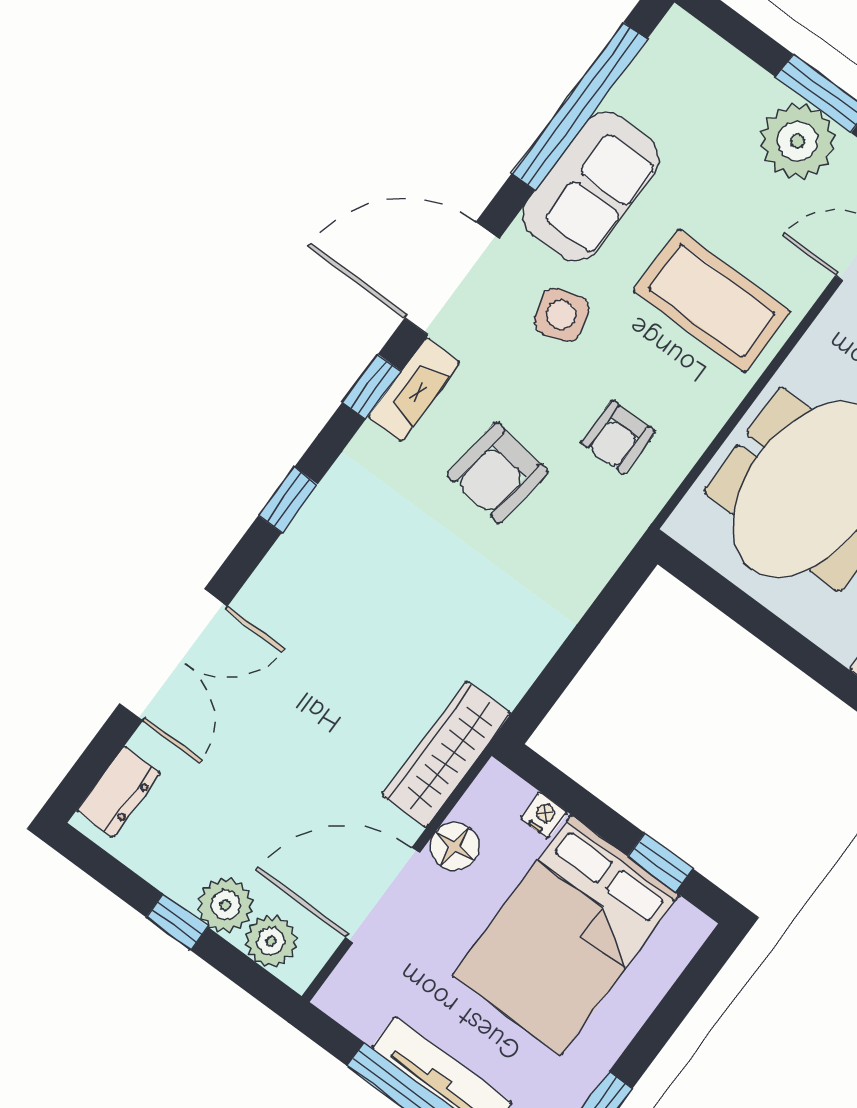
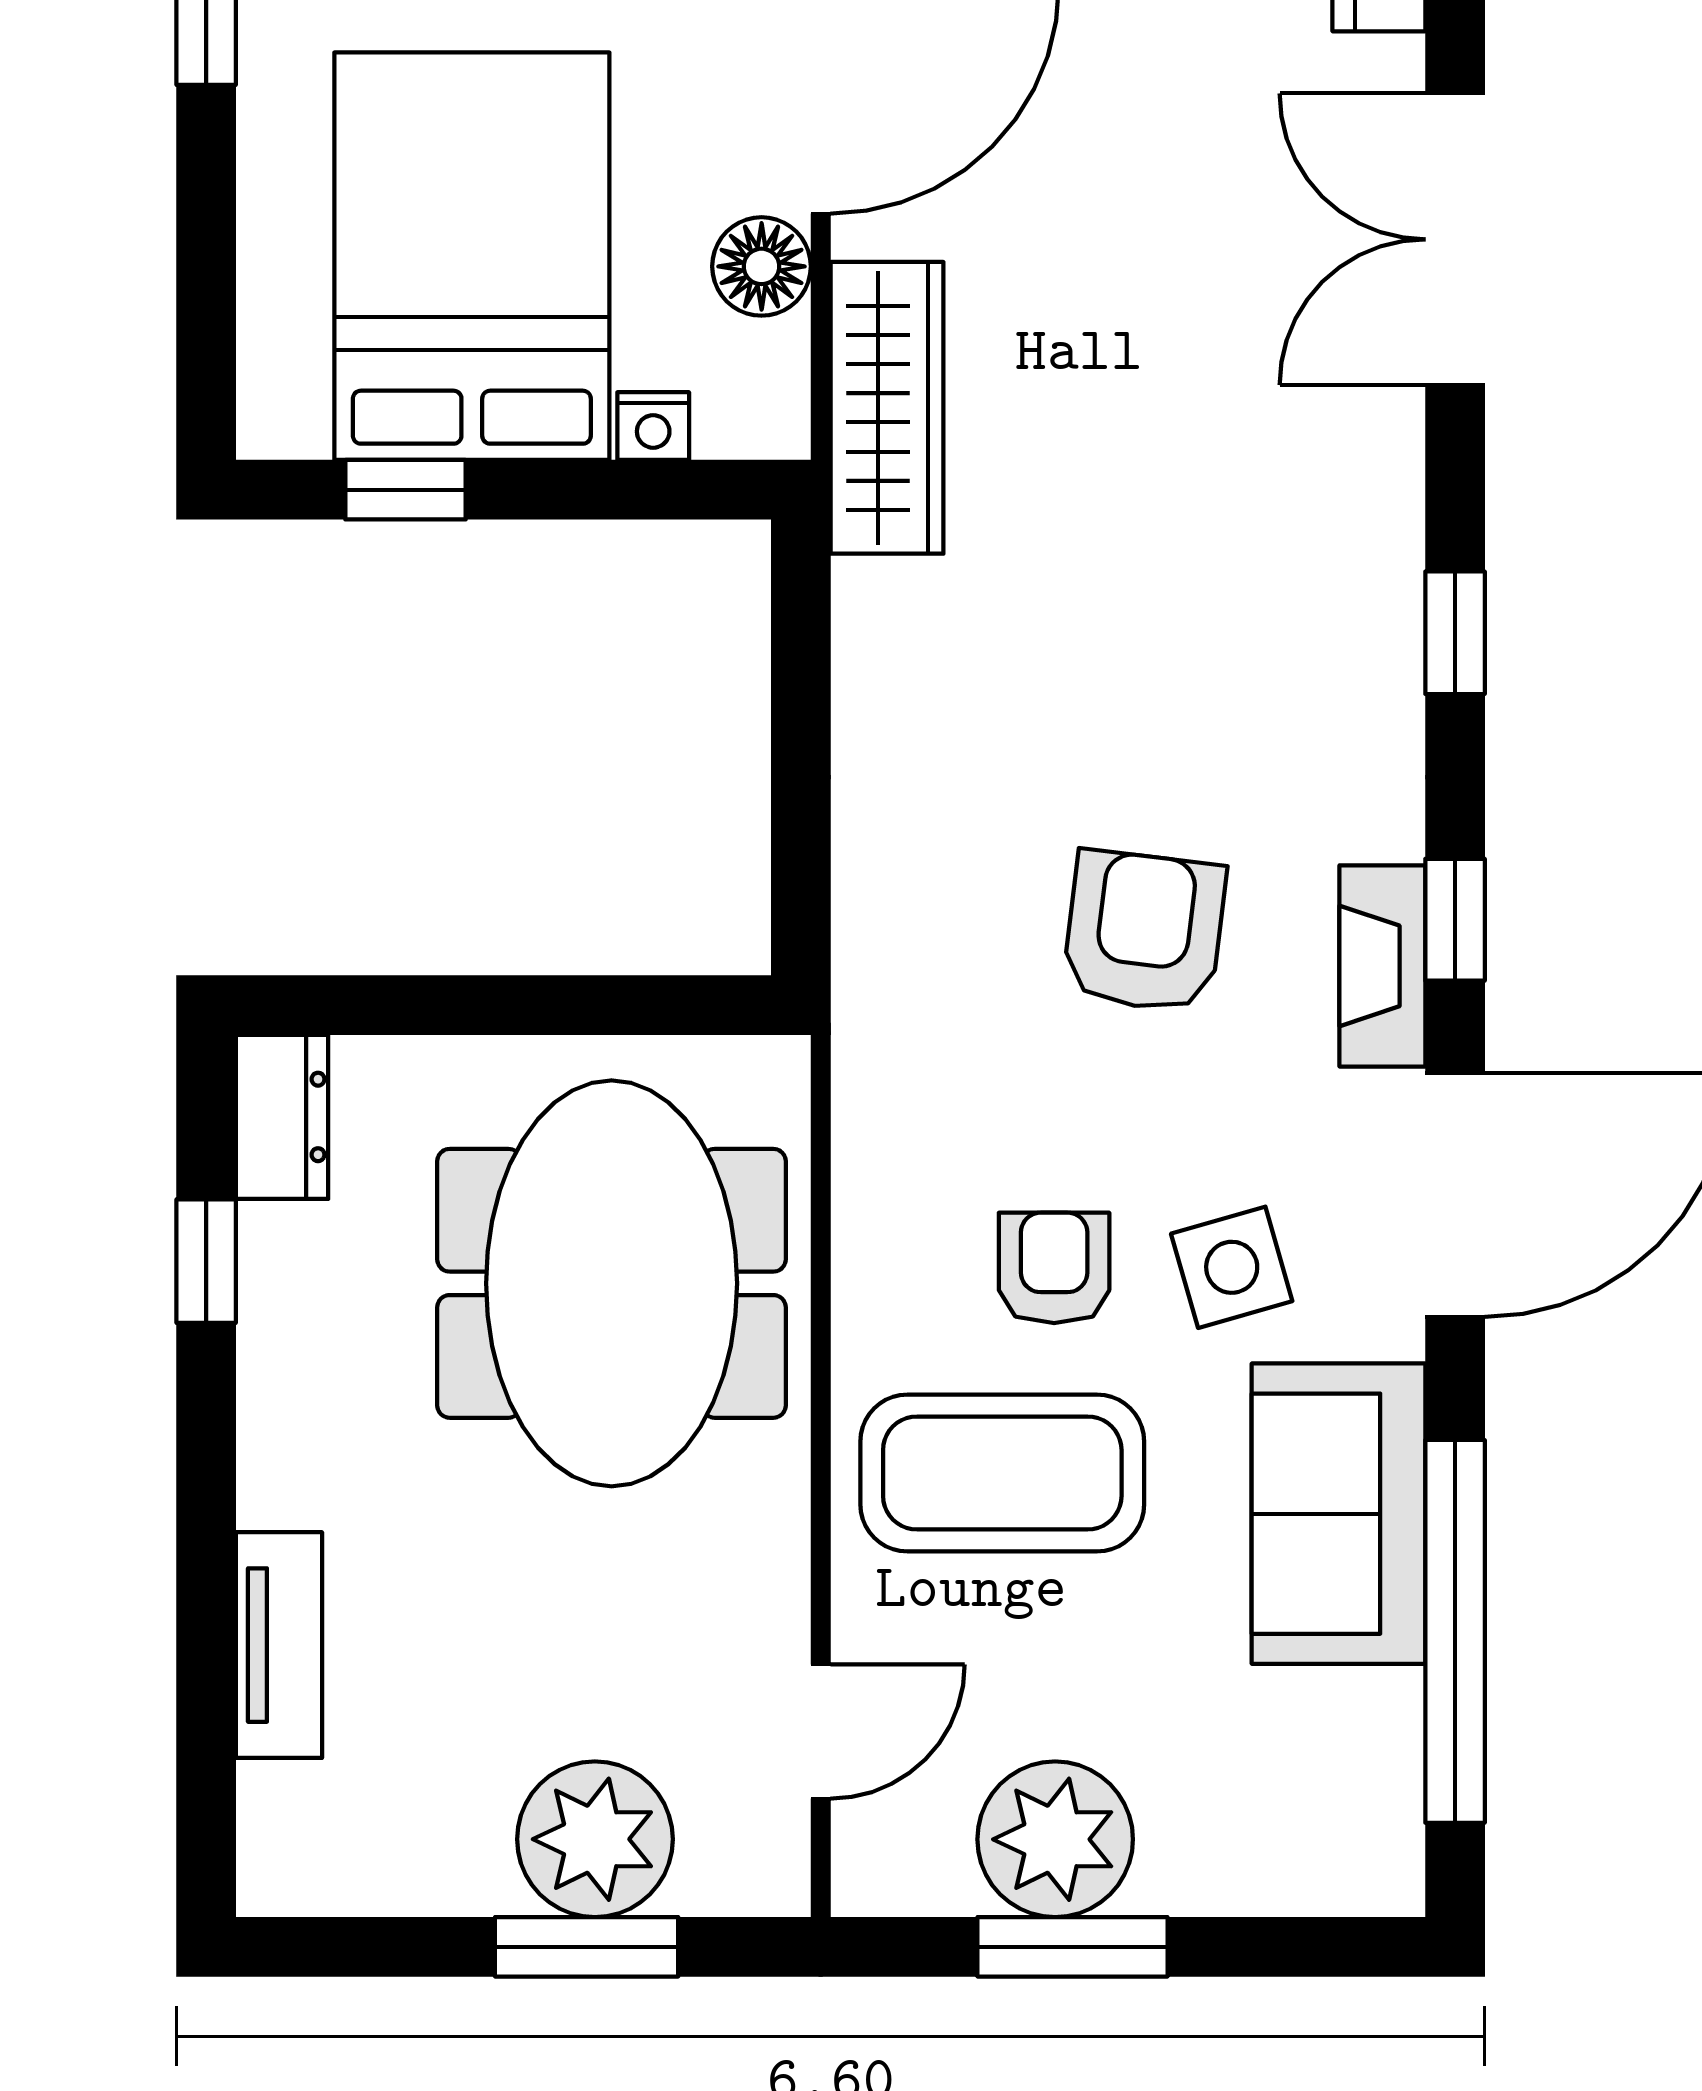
armchair: (618, 437) -> (1054, 1268), moved

